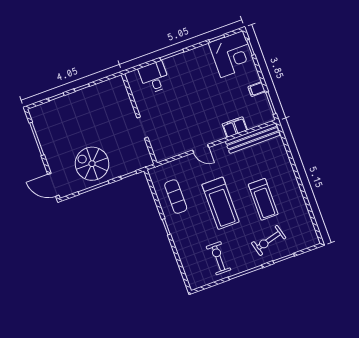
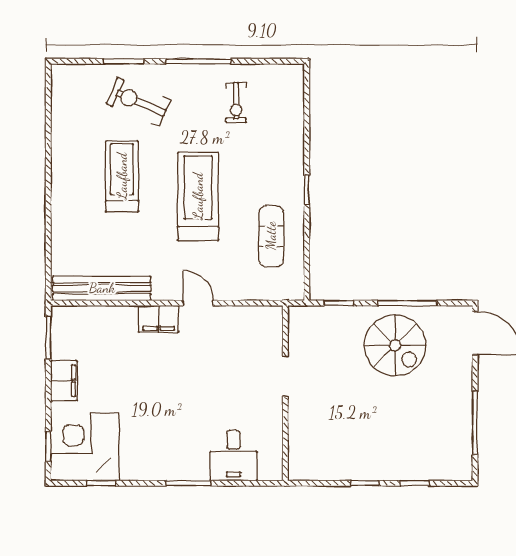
filing cabinet: (257, 89) -> (64, 381), width x2.00
filing cabinet: (235, 127) -> (159, 319), moved
exercise bike: (269, 240) -> (138, 102), turned -142
exercise bike: (219, 258) -> (236, 103), width x0.73, depth x0.72

